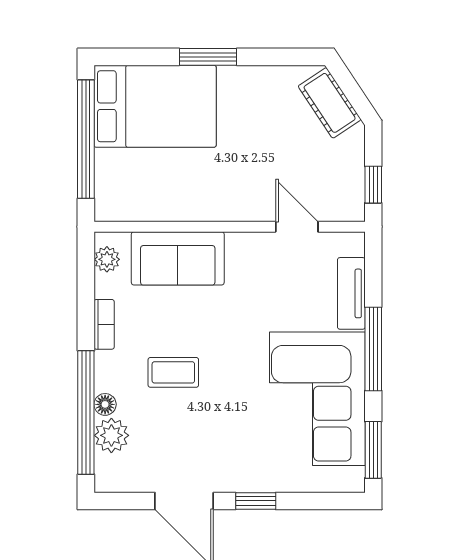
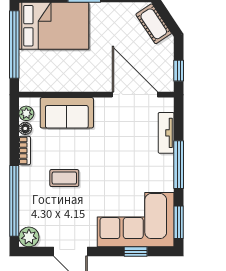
door: (297, 227) -> (135, 95), width x1.87
corner sofa: (317, 399) -> (136, 220), moved, turned 90
floor lamp: (105, 404) -> (25, 128), moved
plant: (111, 435) -> (29, 237), moved
window: (256, 501) -> (136, 252), moved

